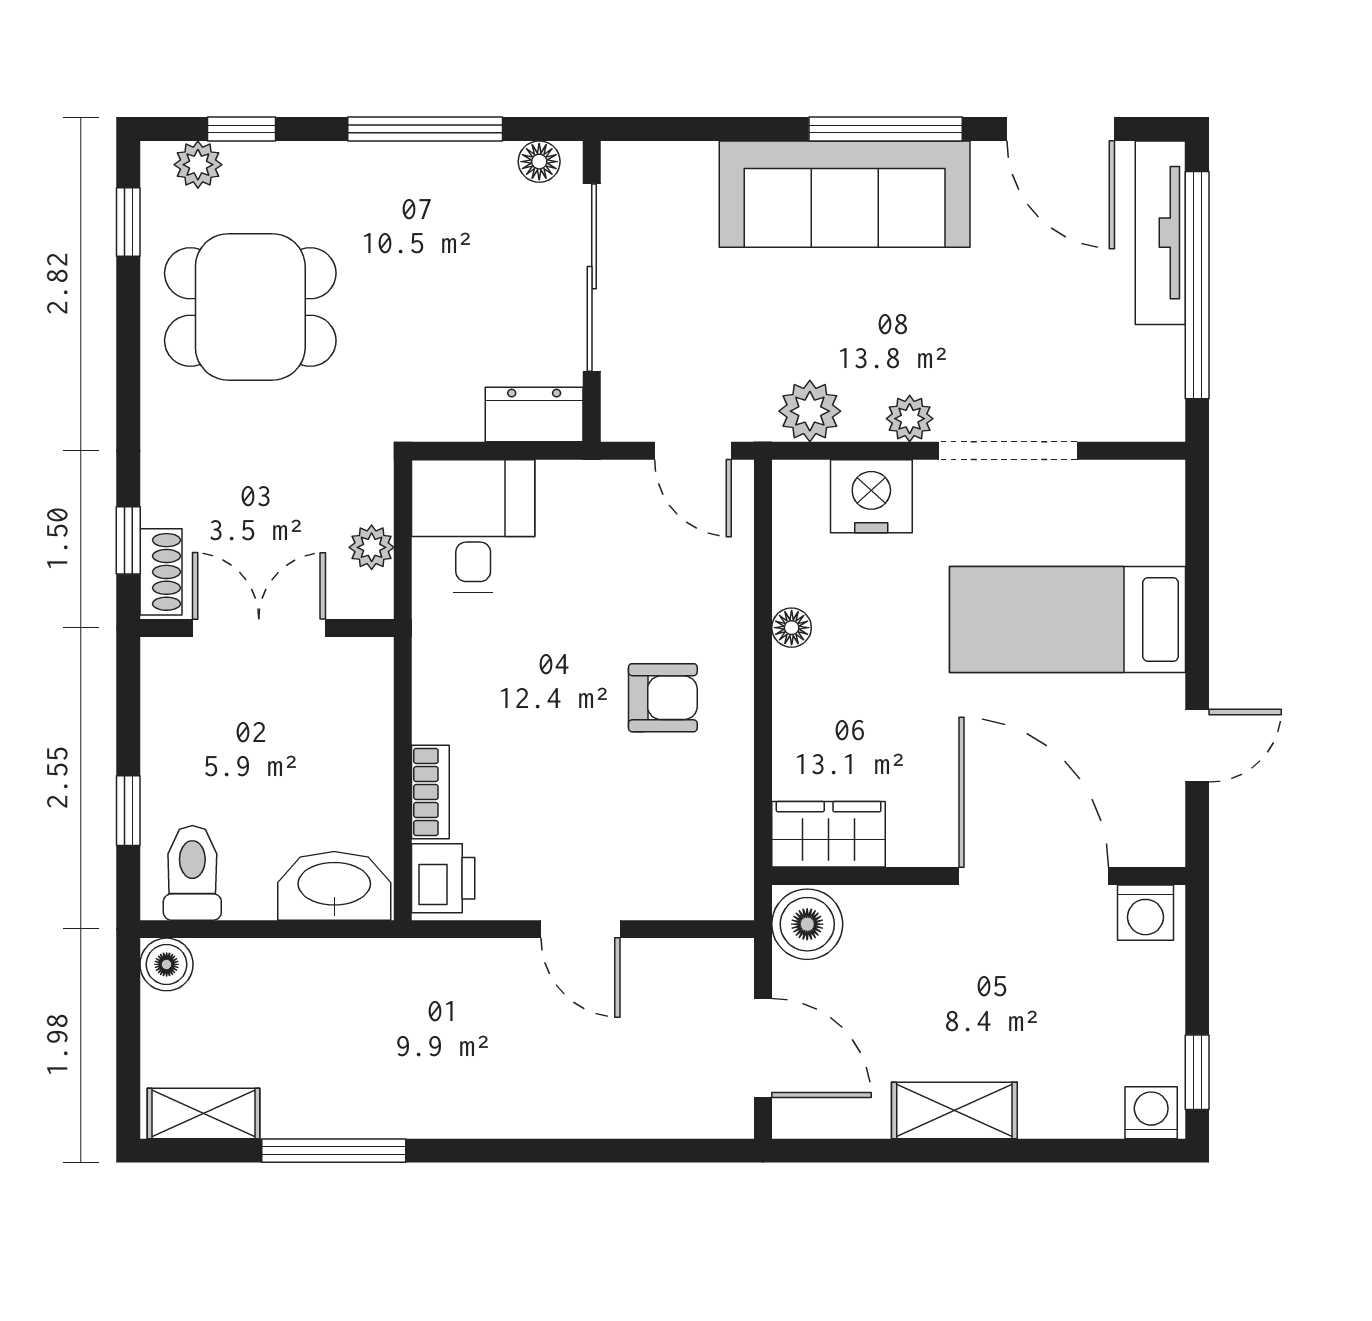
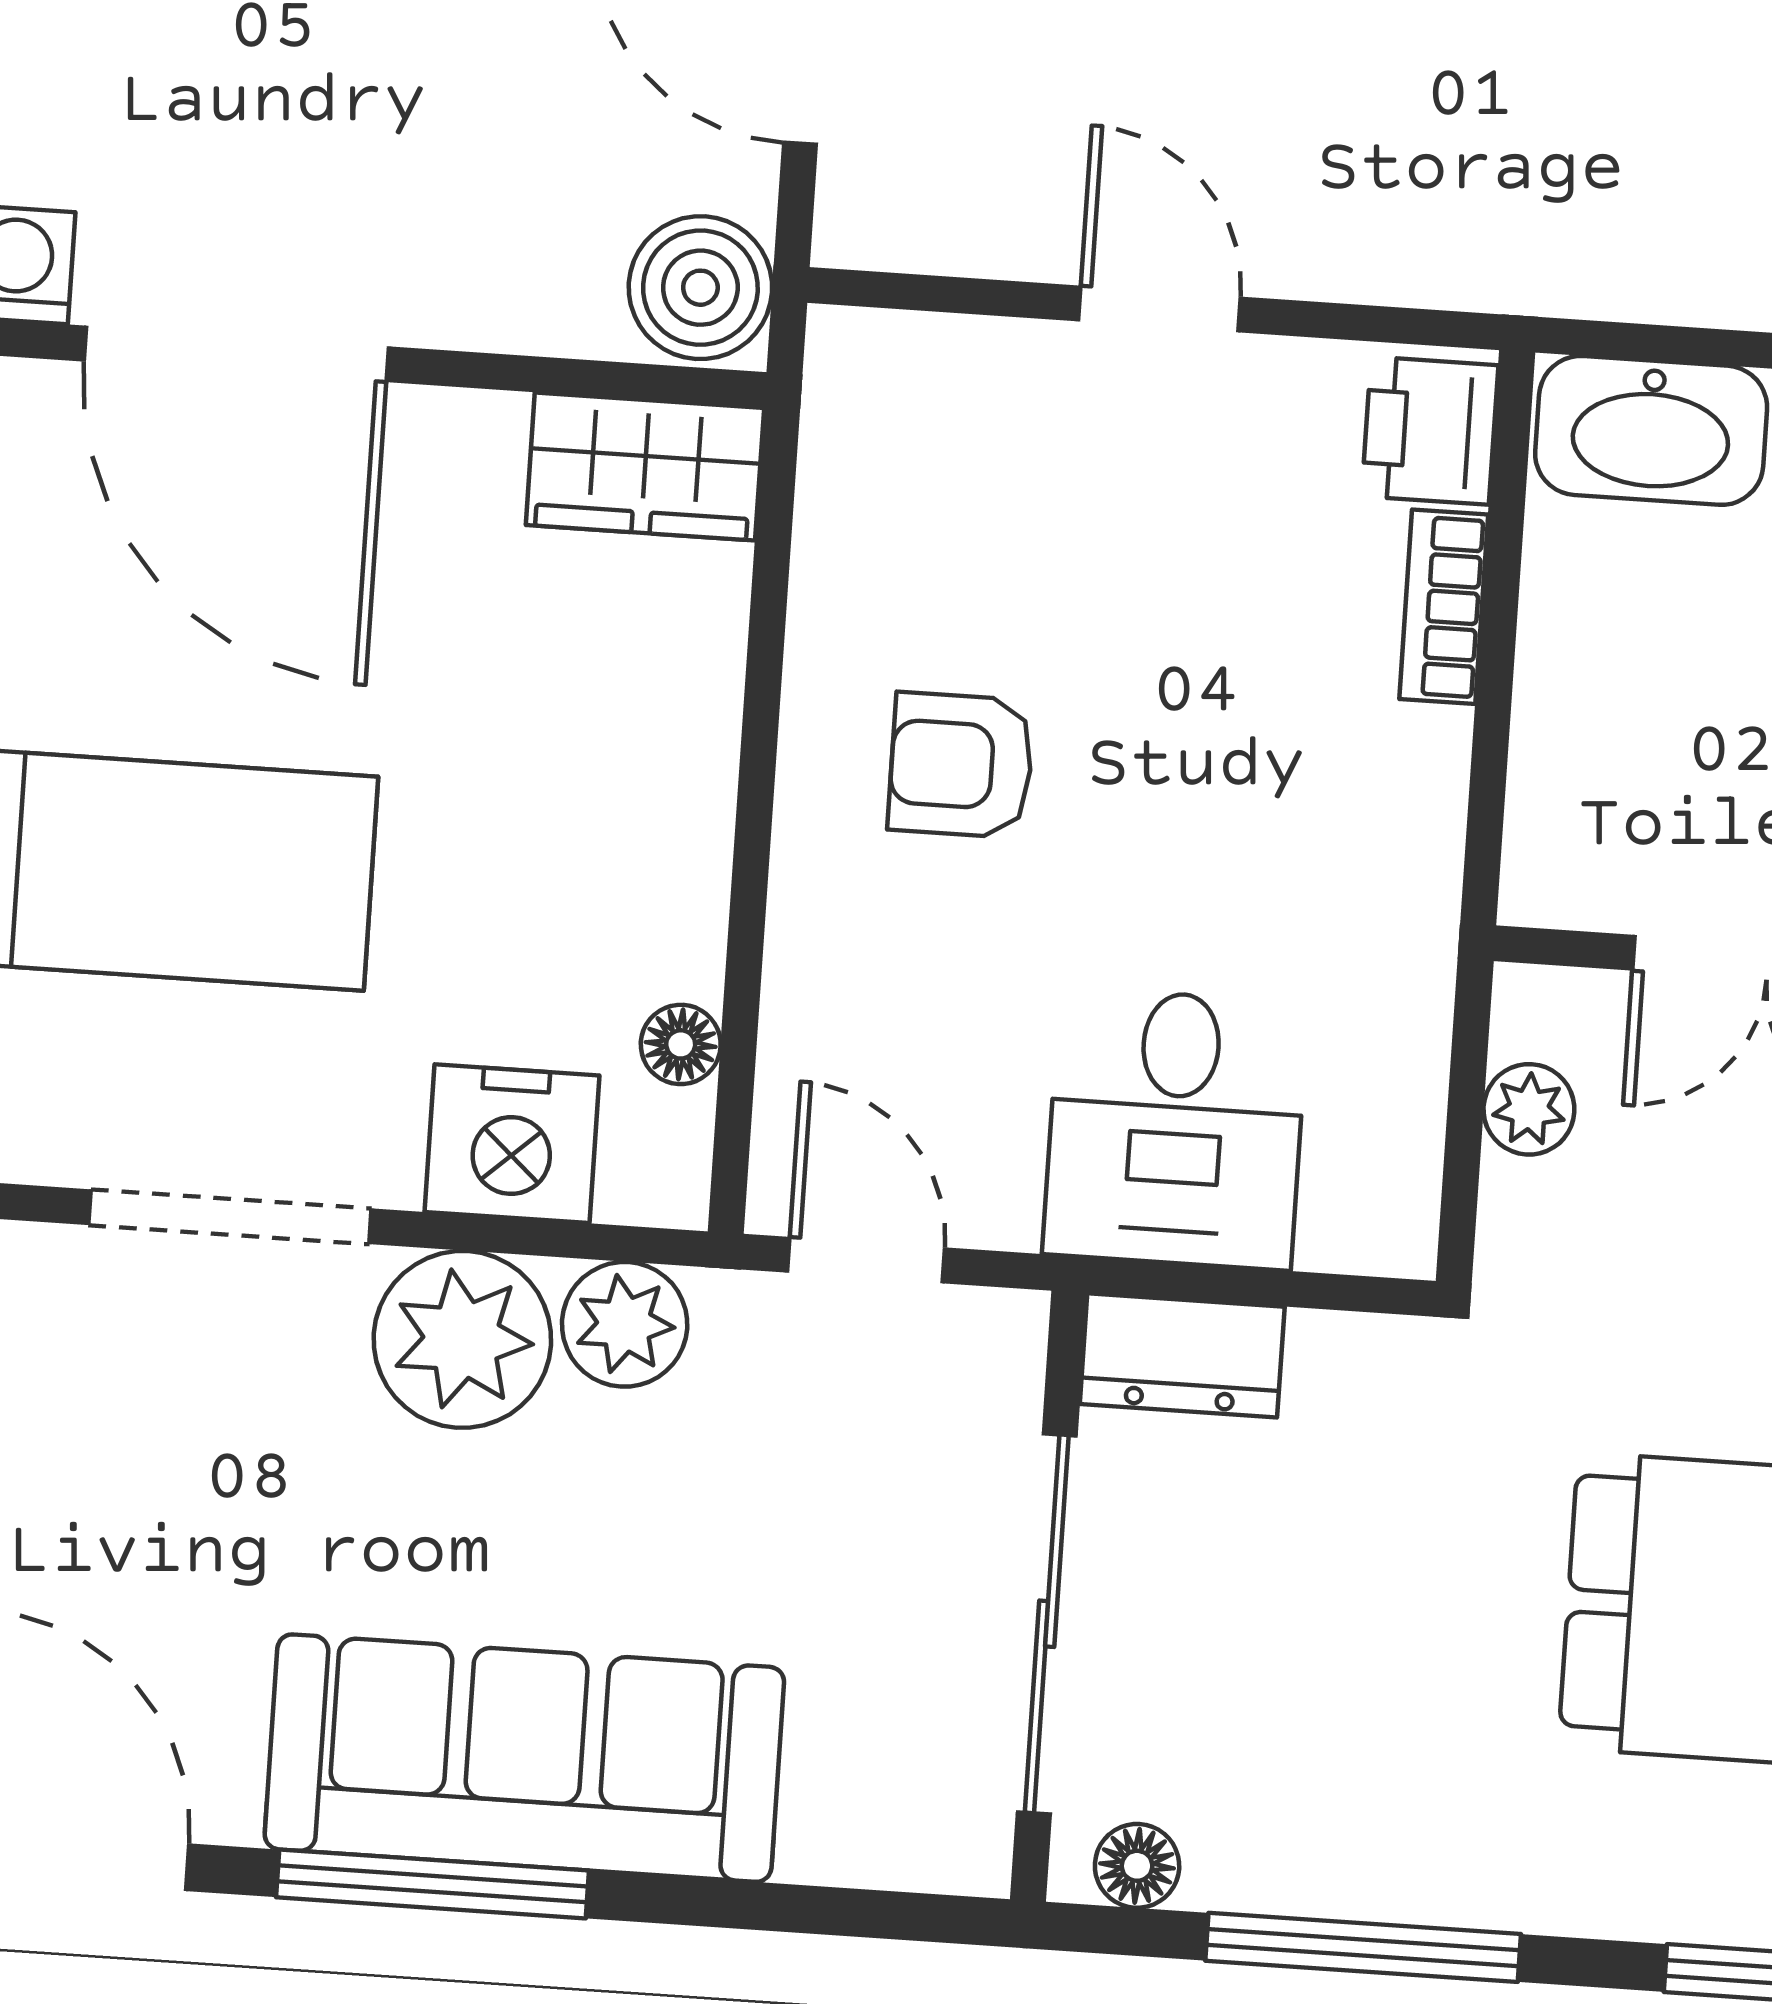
plant: (910, 419) -> (462, 1339), width x1.88, depth x1.88
desk: (473, 526) -> (1175, 1129), moved
floor lamp: (792, 628) -> (681, 1044), moved

